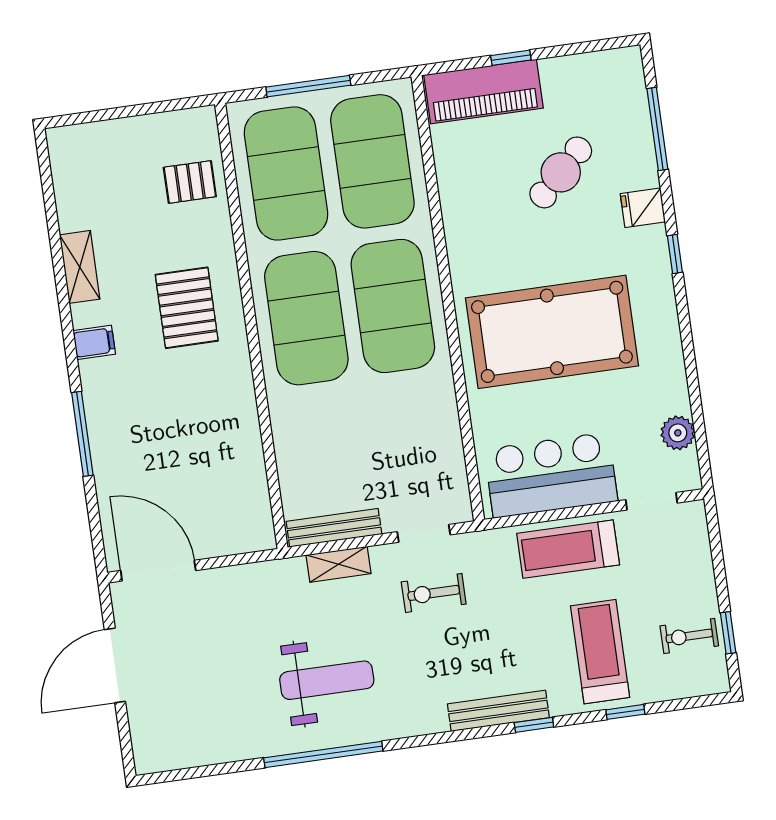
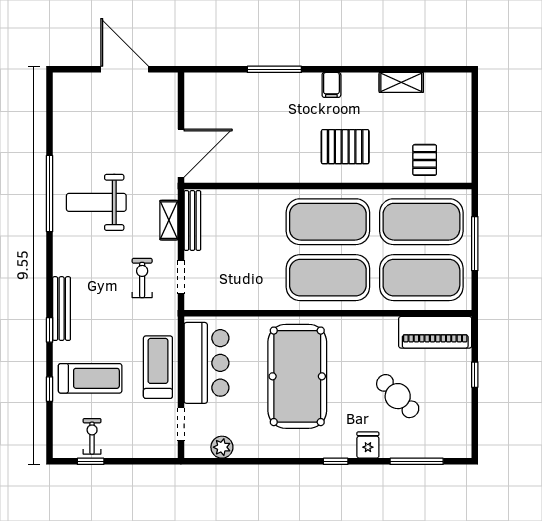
piano: (484, 91) -> (435, 332), moved, turned -90
shelving: (80, 267) -> (401, 82), moved
door: (158, 571) -> (181, 153), moved
weight bench: (327, 680) -> (96, 202), turned 90

